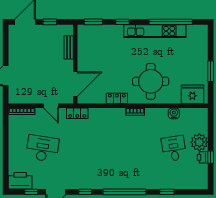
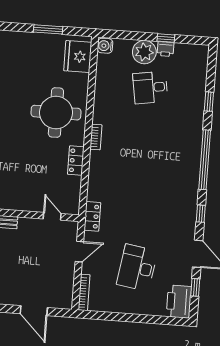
door: (75, 84) -> (52, 216), width x0.53
water cooler: (174, 113) -> (105, 46), moved

